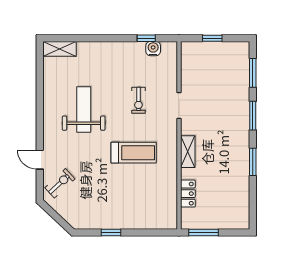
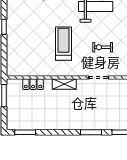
treadmill: (134, 153) -> (63, 44), turned 180
window: (253, 162) -> (25, 132), moved

